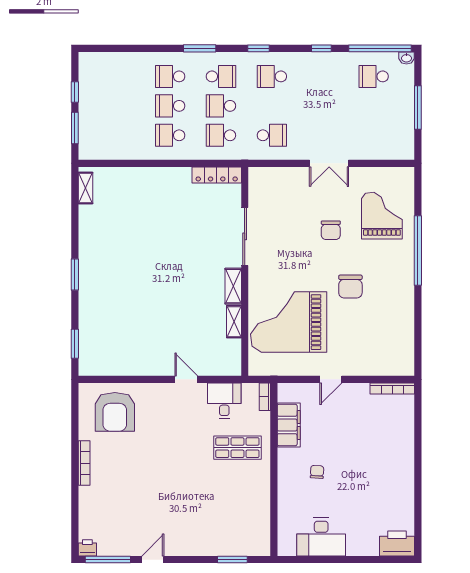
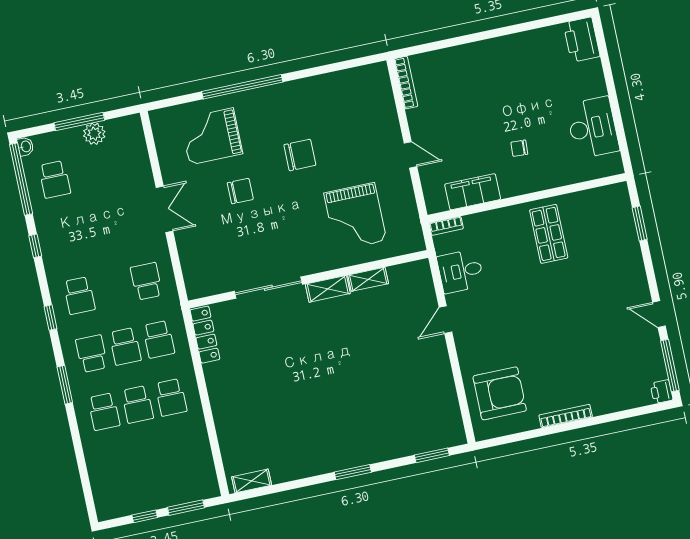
plant: (405, 118) -> (94, 134), added
grand piano: (289, 322) -> (355, 217), width x0.73, depth x0.68
shop shelf: (237, 448) -> (549, 234), moved

